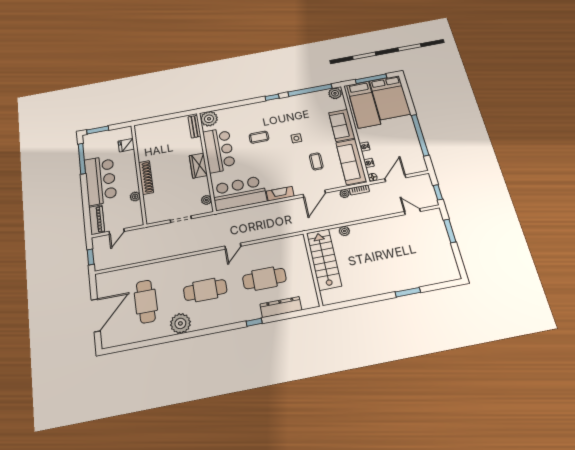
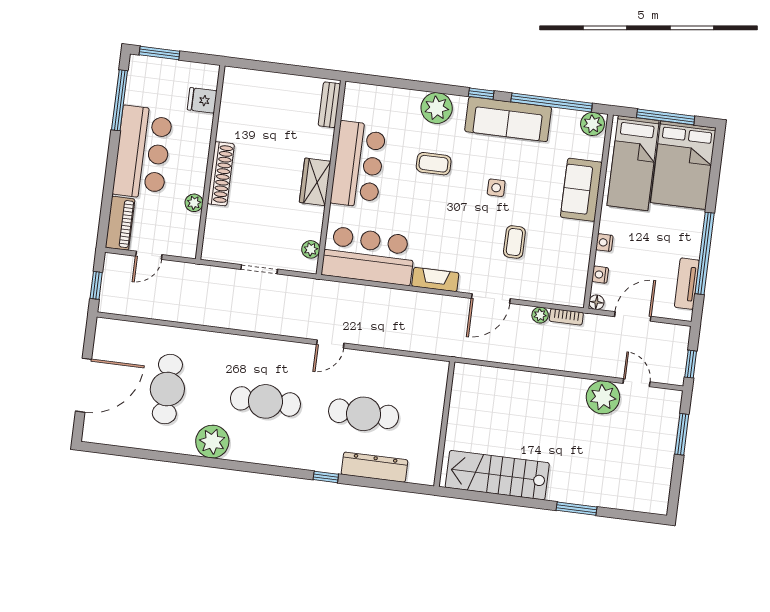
plant: (209, 119) -> (437, 108), moved
tv unit: (417, 153) -> (687, 284), added
sofa: (351, 162) -> (508, 119), moved, turned -90
plant: (344, 231) -> (603, 397), moved, width x1.88, depth x1.88
stairs: (324, 259) -> (497, 475), moved, turned -90

